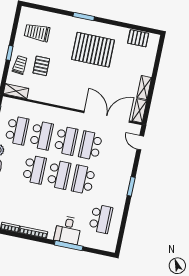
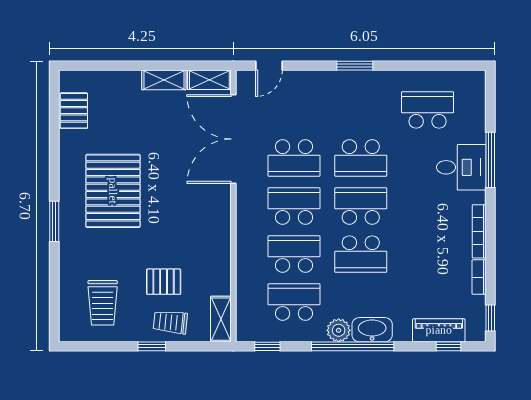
school desk: (34, 169) -> (361, 254), turned 180

